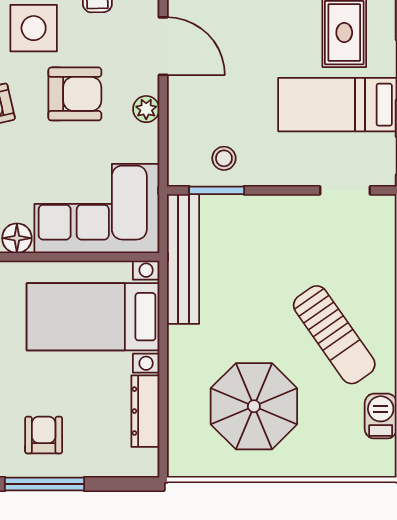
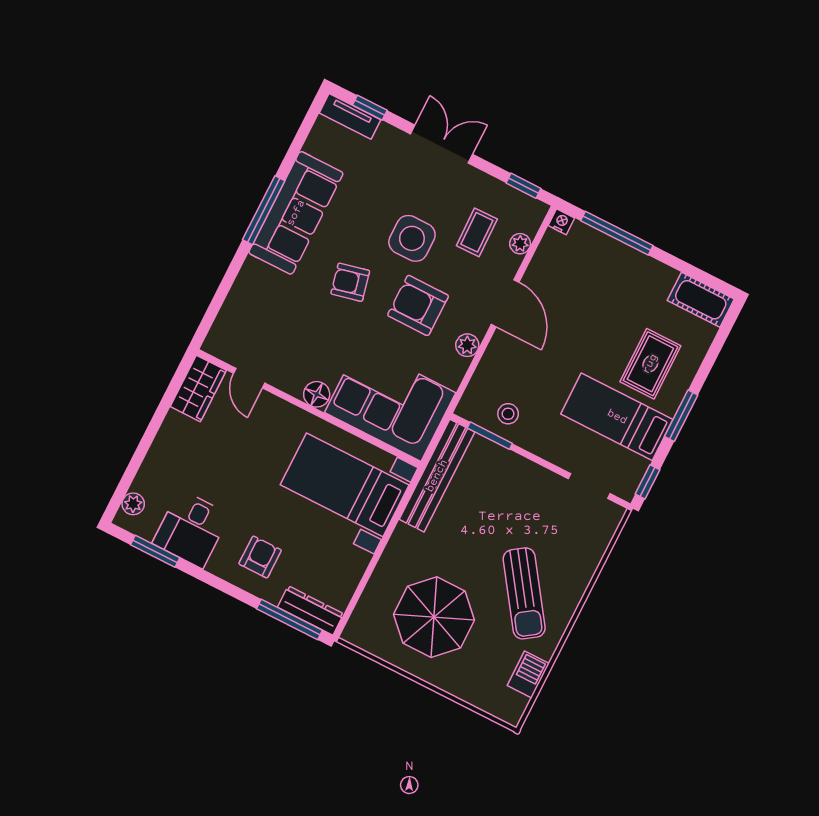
armchair: (75, 94) -> (418, 305), turned 180
dresser: (145, 411) -> (311, 610), moved, turned 90
window: (45, 484) -> (289, 619), moved

